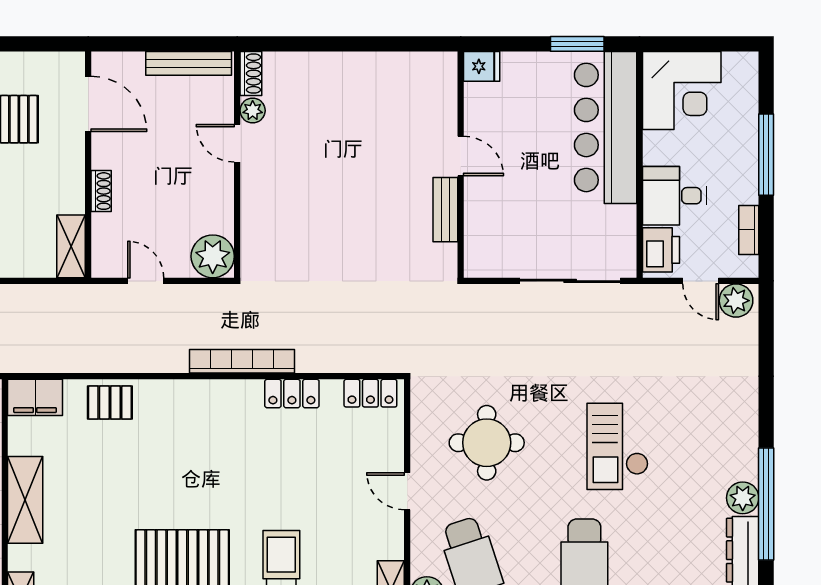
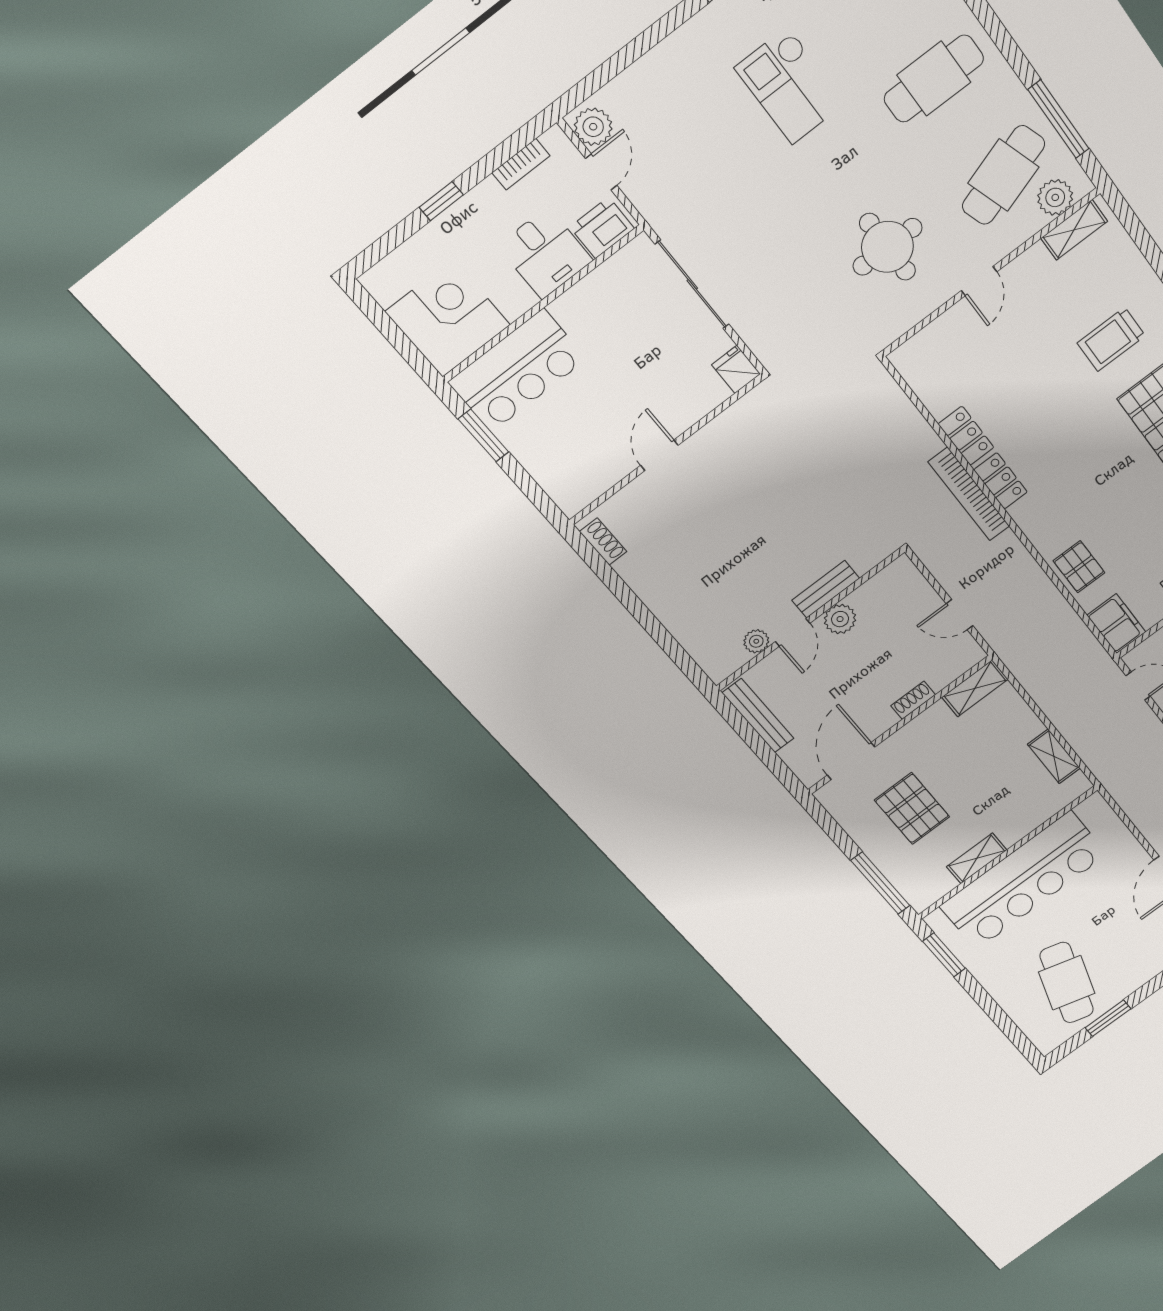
fridge: (482, 66) -> (736, 369), moved
shoe rack: (251, 74) -> (603, 542), moved, turned 90
bar counter: (606, 127) -> (517, 371), width x0.73
window: (766, 155) -> (441, 201), width x0.46
bench: (445, 210) -> (826, 589), moved
plant: (213, 256) -> (840, 619), moved, width x0.73, depth x0.73
door: (146, 281) -> (960, 615), hinge flipped
locker: (370, 393) -> (1001, 481), moved
checkout: (618, 446) -> (790, 86), moved, turned 90

